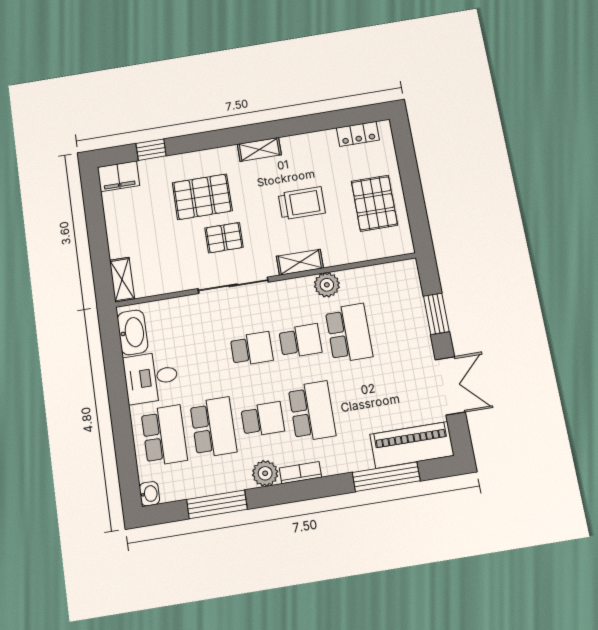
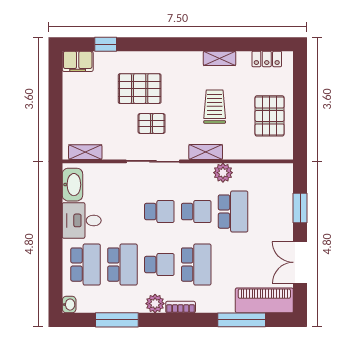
shelving: (259, 149) -> (220, 58), moved
trolley: (302, 203) -> (215, 107), turned -90
shelving: (122, 280) -> (85, 152), moved, turned 90
double door: (450, 386) -> (300, 262), swing flipped

